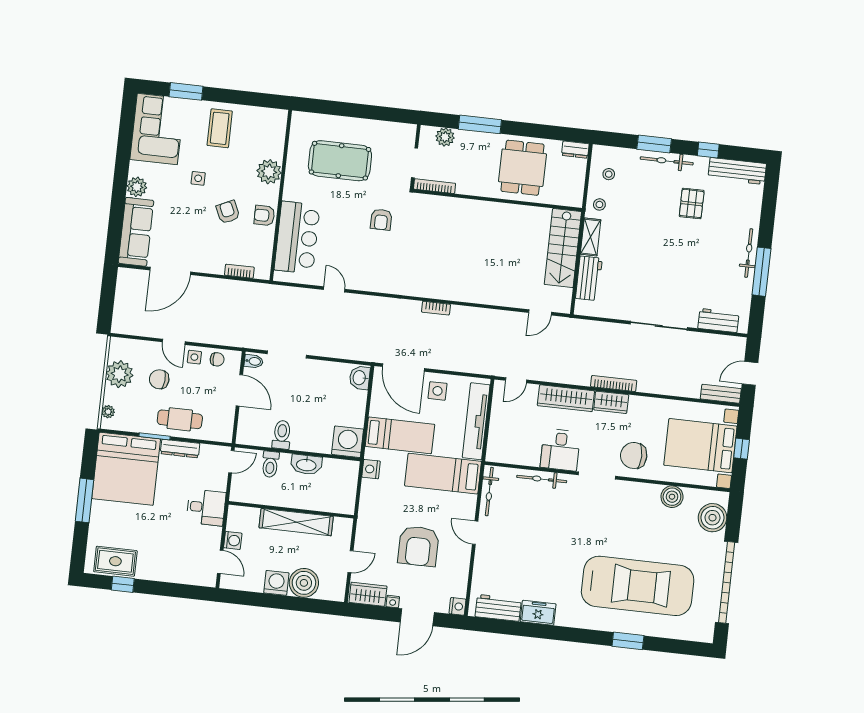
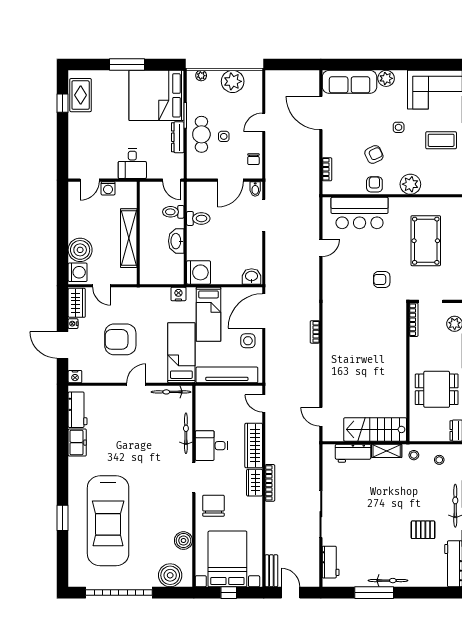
side table: (194, 357) -> (224, 136), moved
chair: (159, 379) -> (232, 114), removed
washing machine: (276, 583) -> (78, 272), moved

